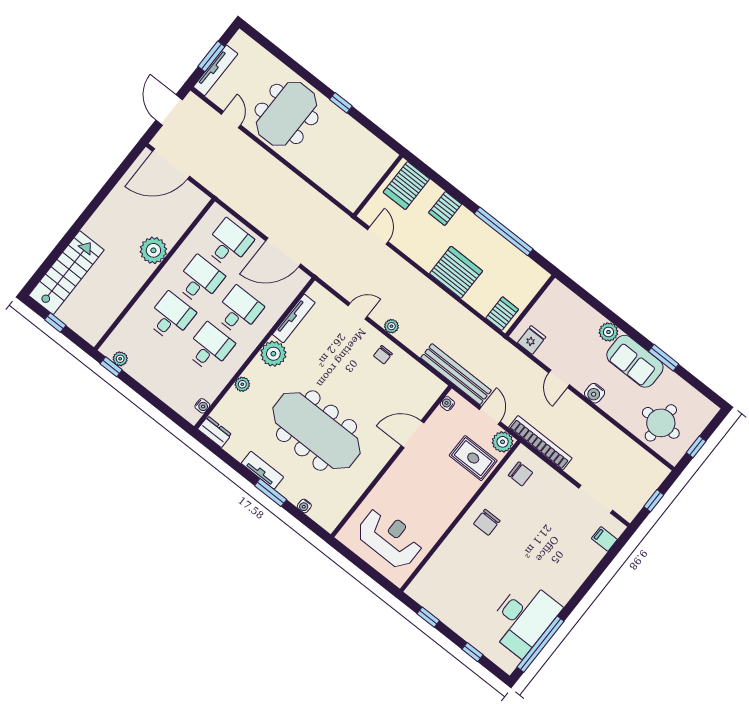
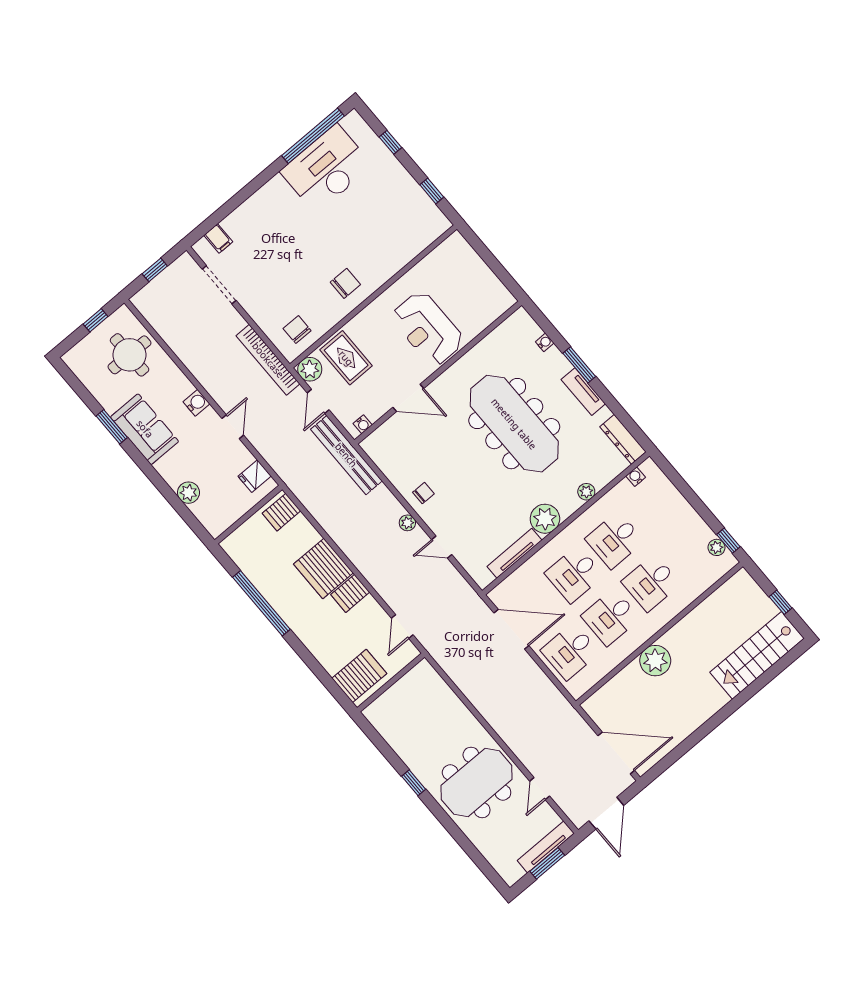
server rack: (445, 208) -> (350, 593), moved, turned 180
plant: (608, 332) -> (188, 493), moved
dresser: (215, 432) -> (623, 439), width x1.44
reception desk: (390, 538) -> (428, 329), moved

